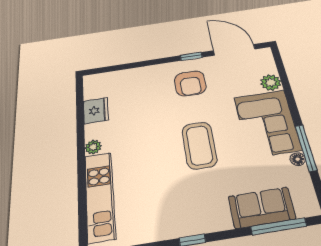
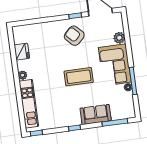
armchair: (190, 83) -> (74, 36), turned 136
coffee table: (199, 145) -> (79, 77), turned 90
sofa: (262, 208) -> (96, 114), moved

